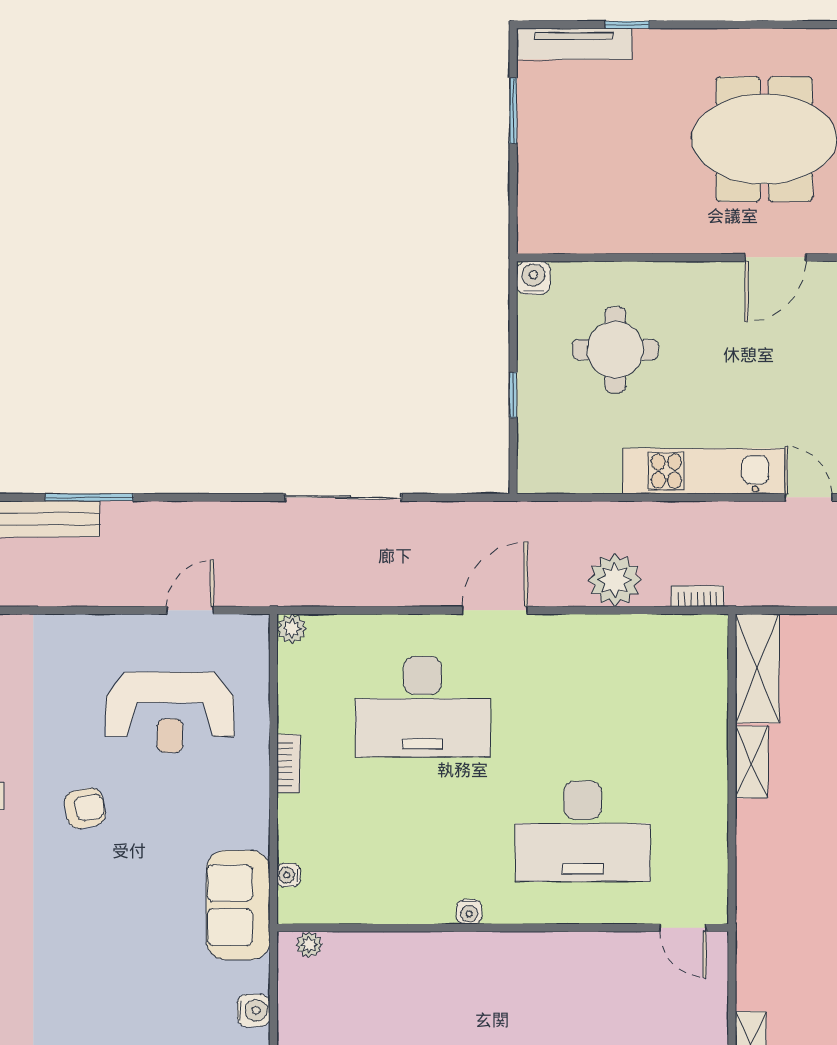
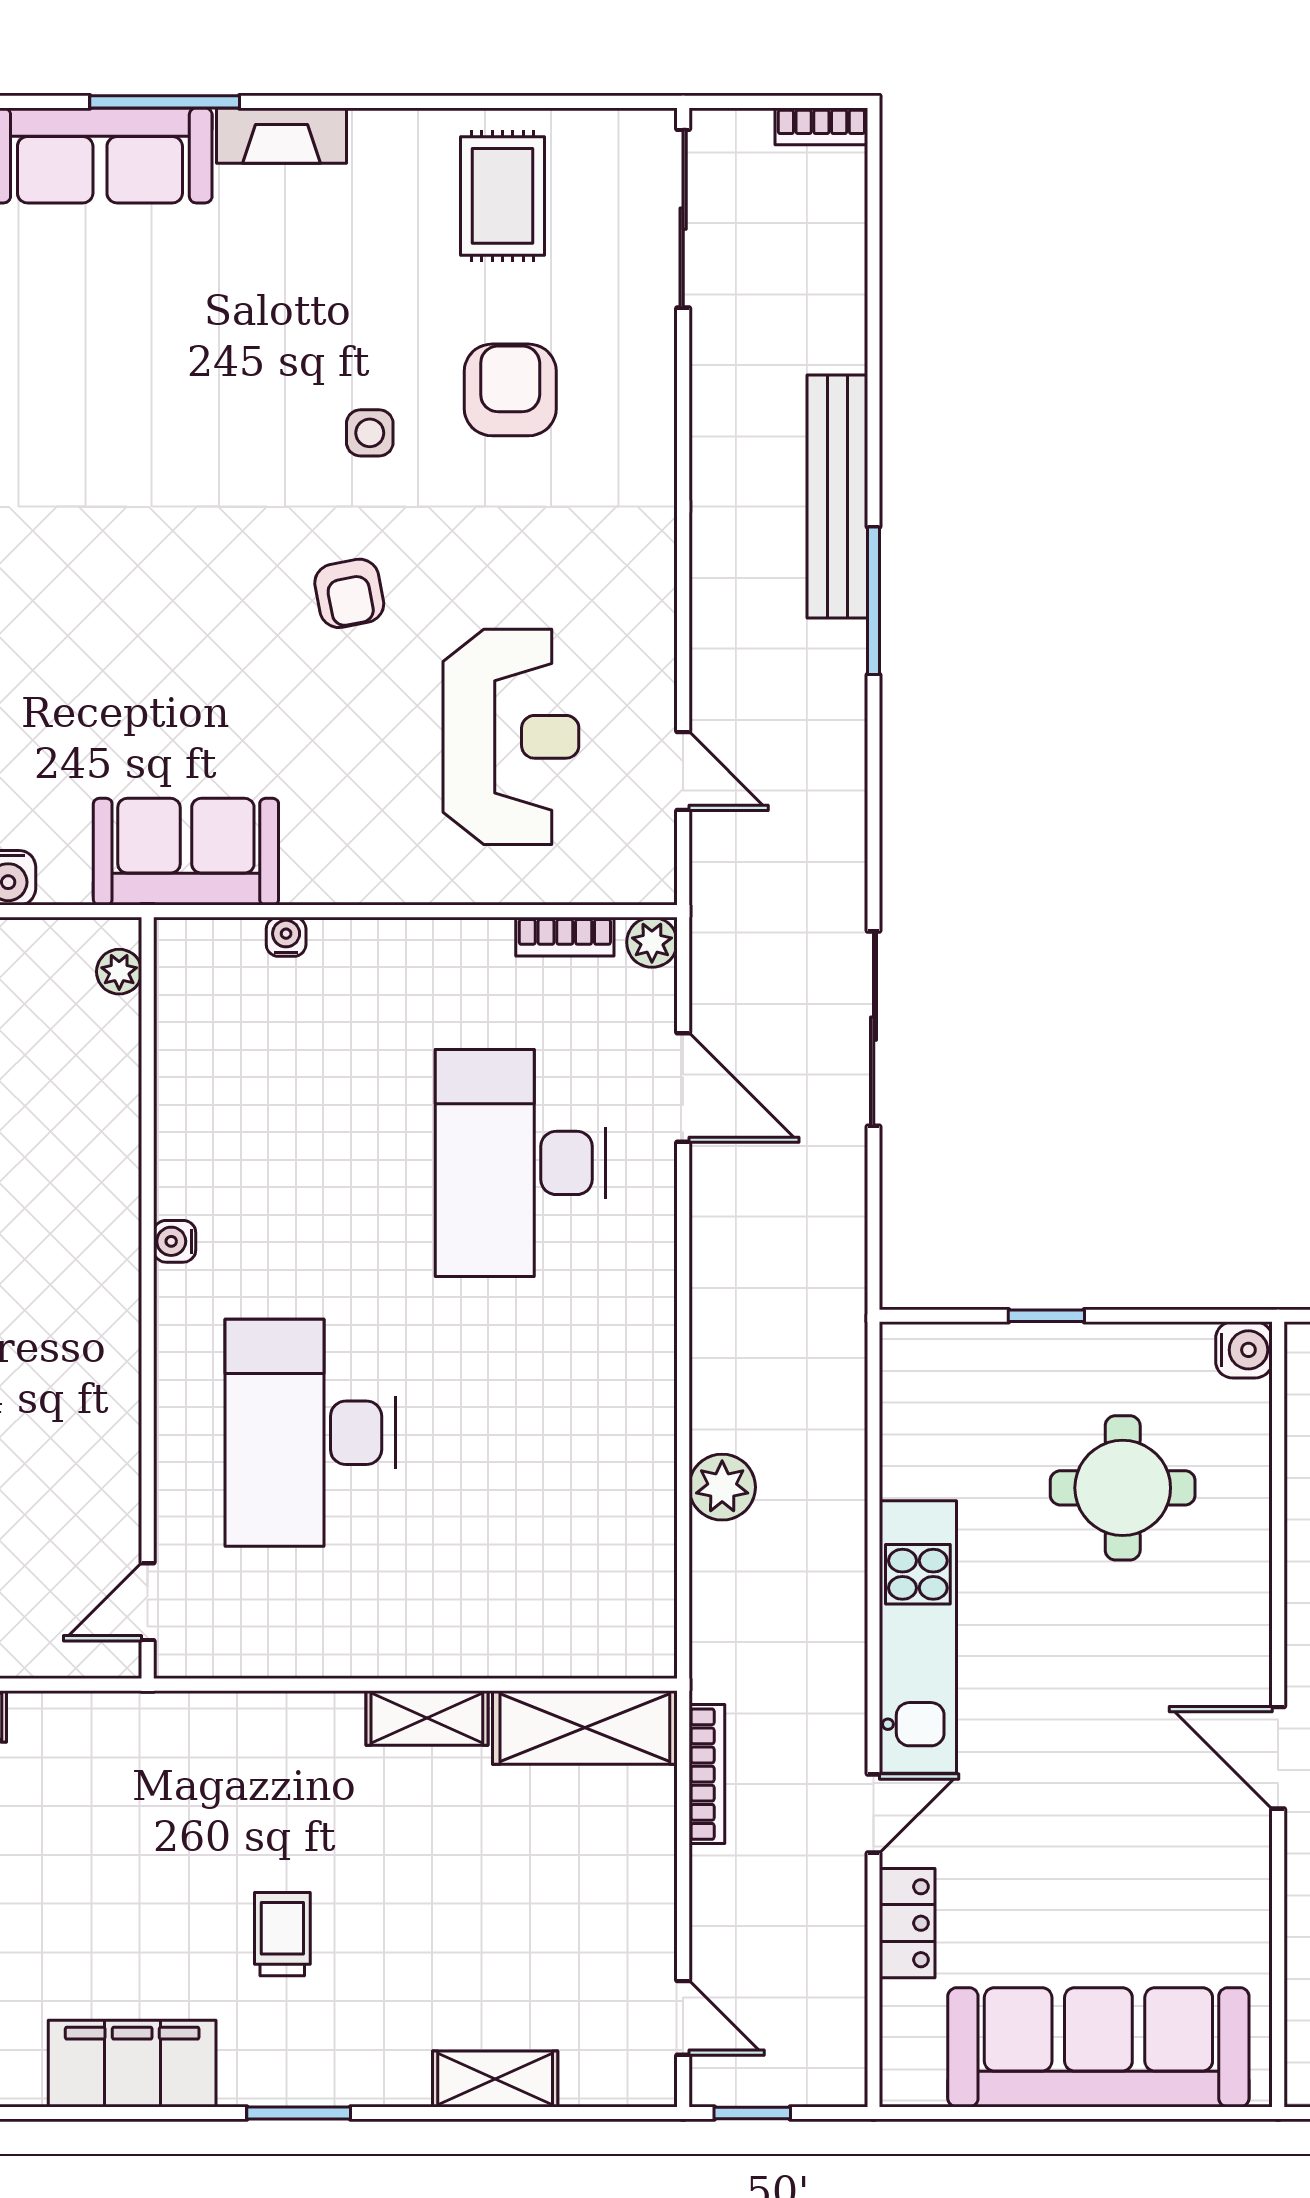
plant: (615, 580) -> (722, 1487), width x0.73, depth x0.73
bookcase: (698, 596) -> (707, 1774), moved, width x1.56
door: (495, 610) -> (683, 1088), moved
reception desk: (170, 712) -> (511, 737), turned 180
bookcase: (288, 764) -> (565, 937), moved
water cooler: (289, 875) -> (286, 937), moved

